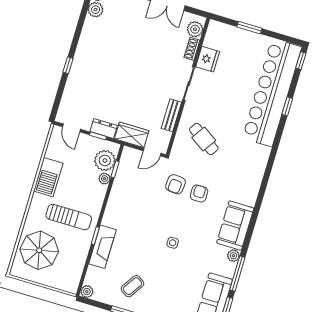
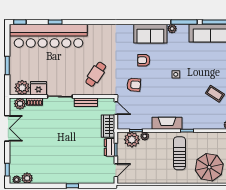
plant: (215, 38) -> (22, 88), added
barbecue: (48, 177) -> (156, 176), removed
armchair: (199, 194) -> (144, 60), moved
fireplace: (102, 247) -> (167, 123), moved

